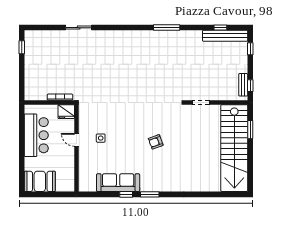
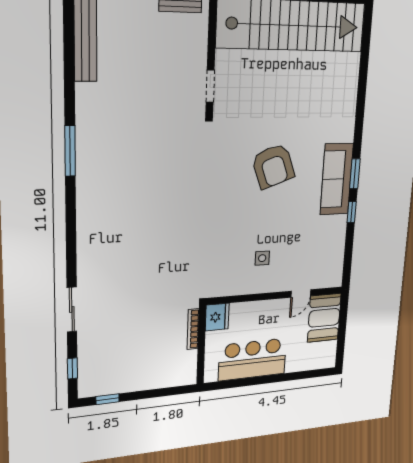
window: (220, 28) -> (72, 368), moved
door: (76, 140) -> (301, 293), moved
armchair: (156, 142) -> (273, 166), width x1.88, depth x1.88
booth: (40, 181) -> (324, 318), moved
sofa: (118, 183) -> (337, 179), moved

